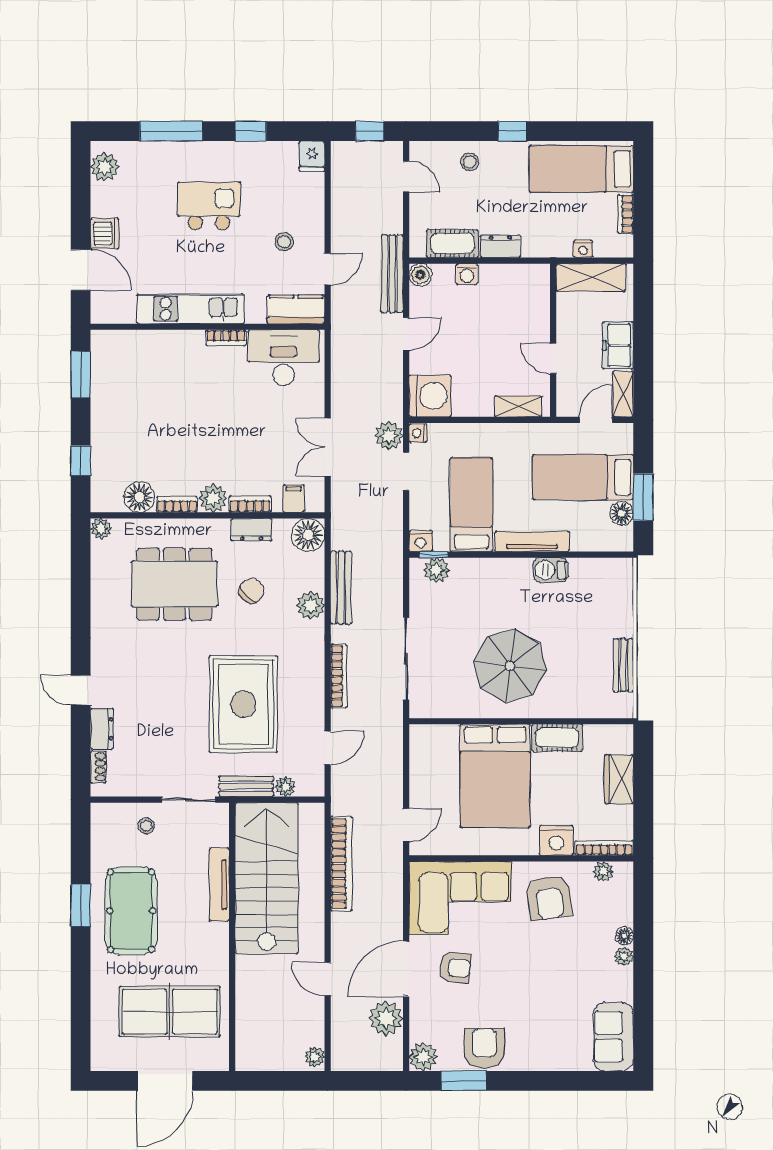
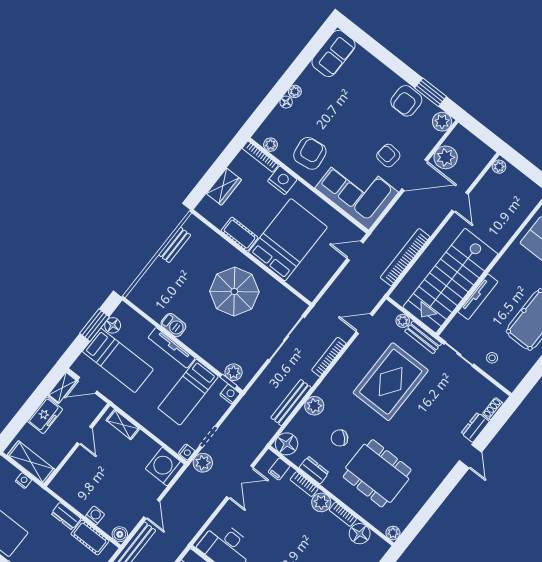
door: (406, 334) -> (152, 509), swing flipped

